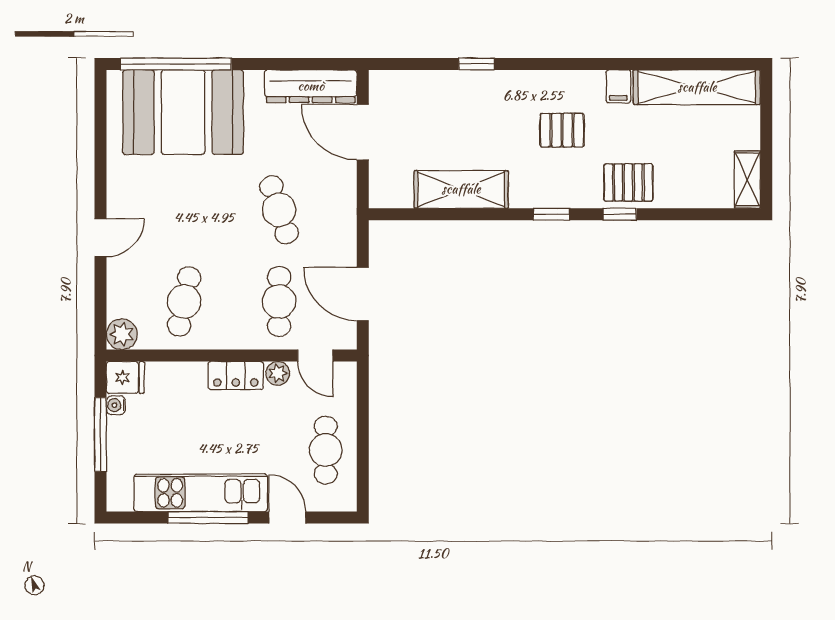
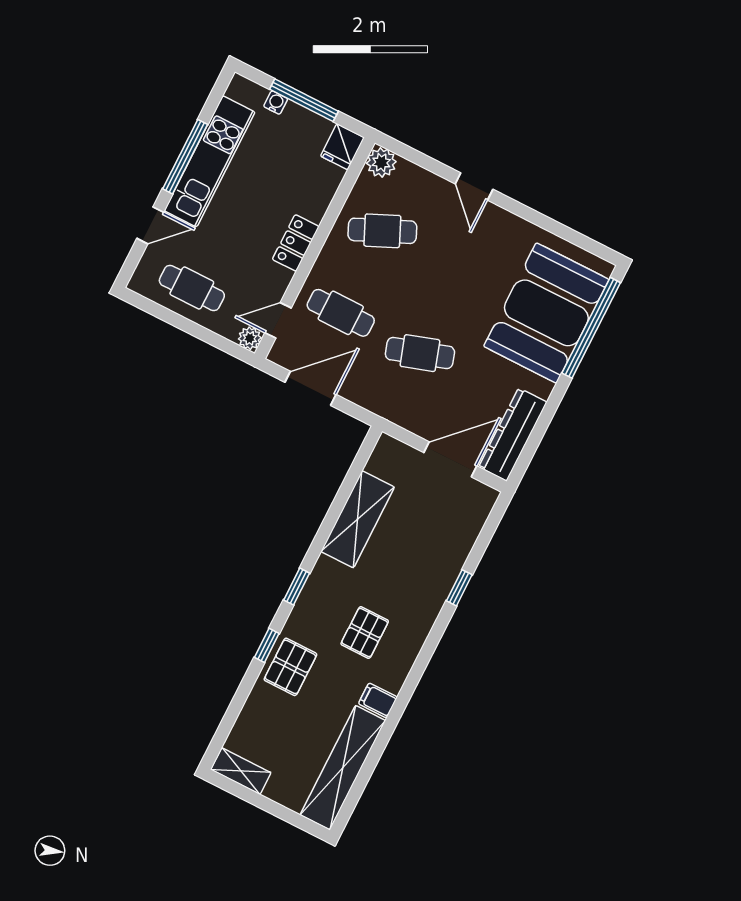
cafe table: (184, 301) -> (382, 231), turned -36
plant: (278, 373) -> (250, 338), moved
water cooler: (116, 405) -> (276, 103), moved

